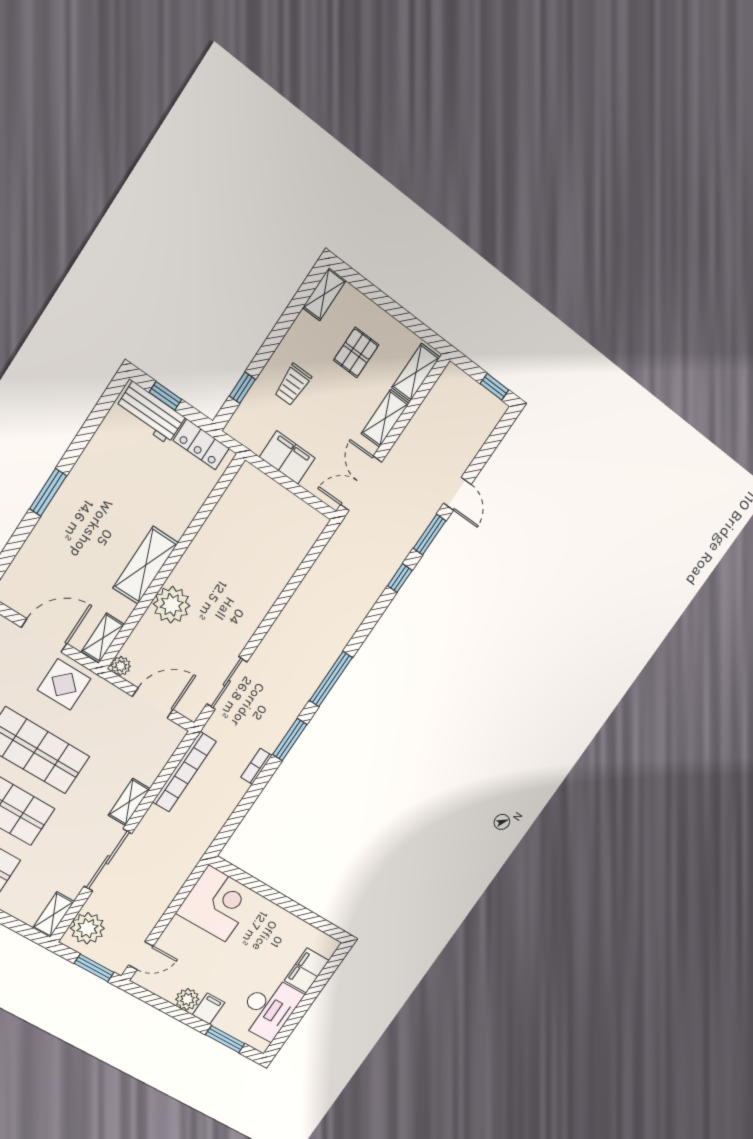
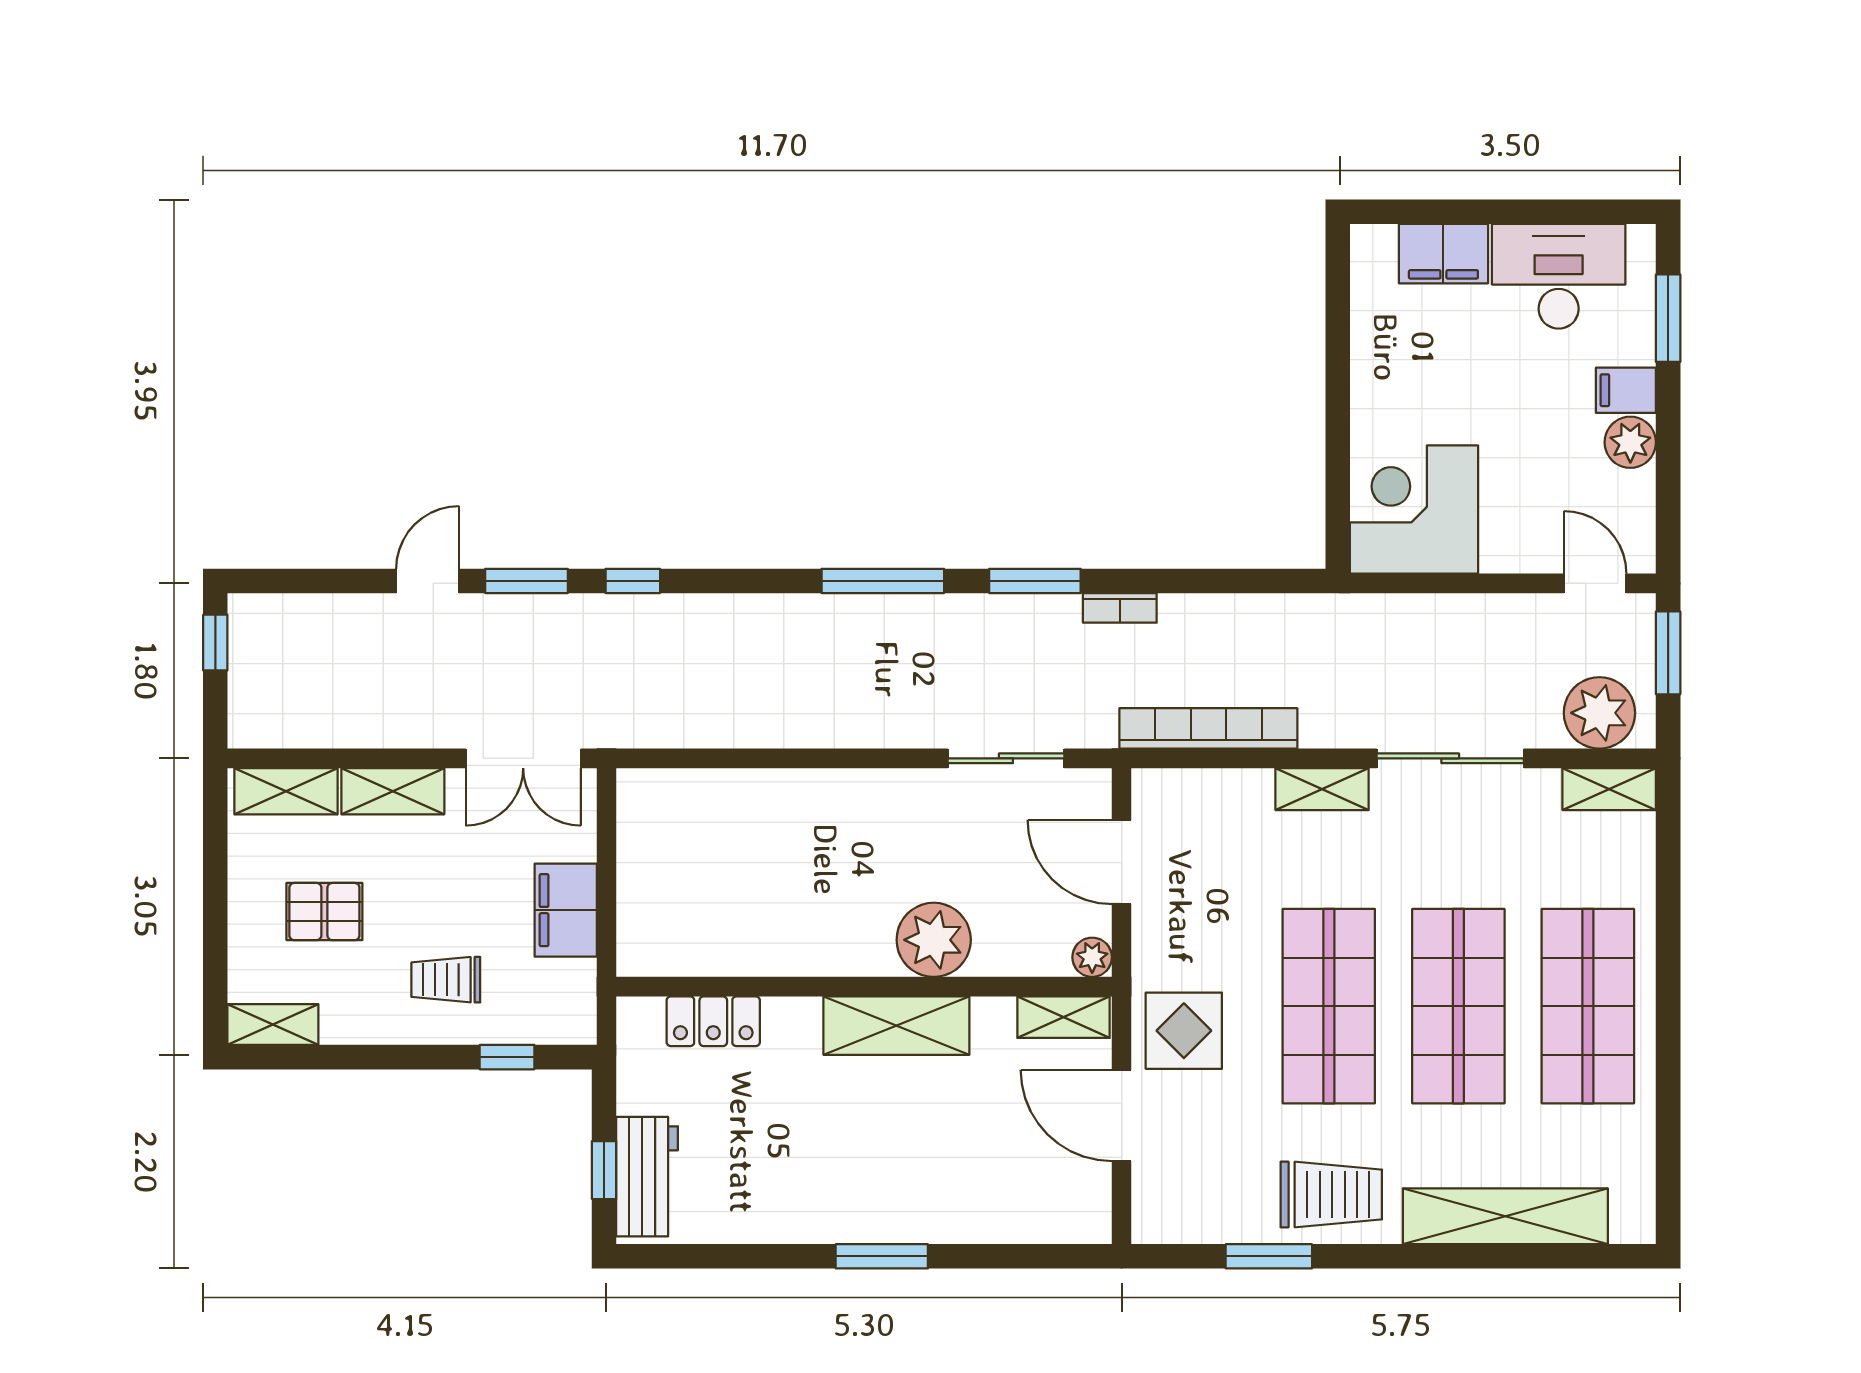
trolley: (293, 385) -> (446, 980), turned 180
locker: (201, 444) -> (713, 1021), moved, turned 90

